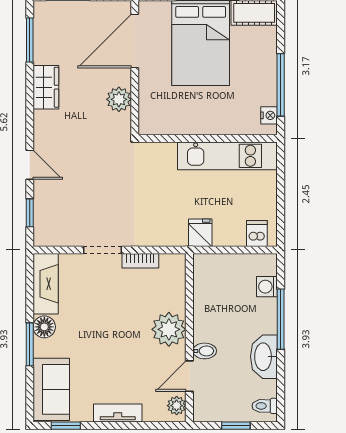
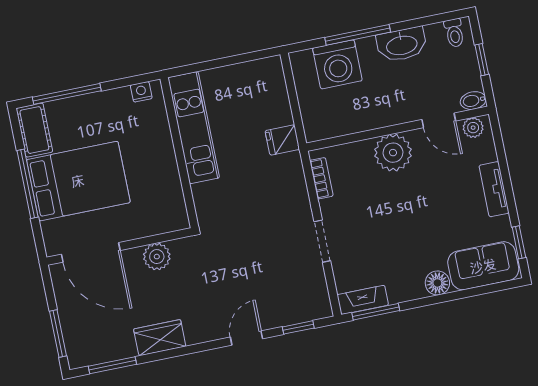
window: (281, 85) -> (67, 94), moved
dishwasher: (257, 234) -> (271, 79), removed
bookcase: (140, 261) -> (321, 178), moved
fireplace: (46, 284) -> (363, 300), width x0.73, depth x0.76
washing machine: (267, 287) -> (337, 64), width x1.89, depth x1.89
floor lamp: (44, 327) -> (437, 283), moved
window: (30, 344) -> (376, 312), moved
bidet: (205, 351) -> (473, 101), moved, turned -90

